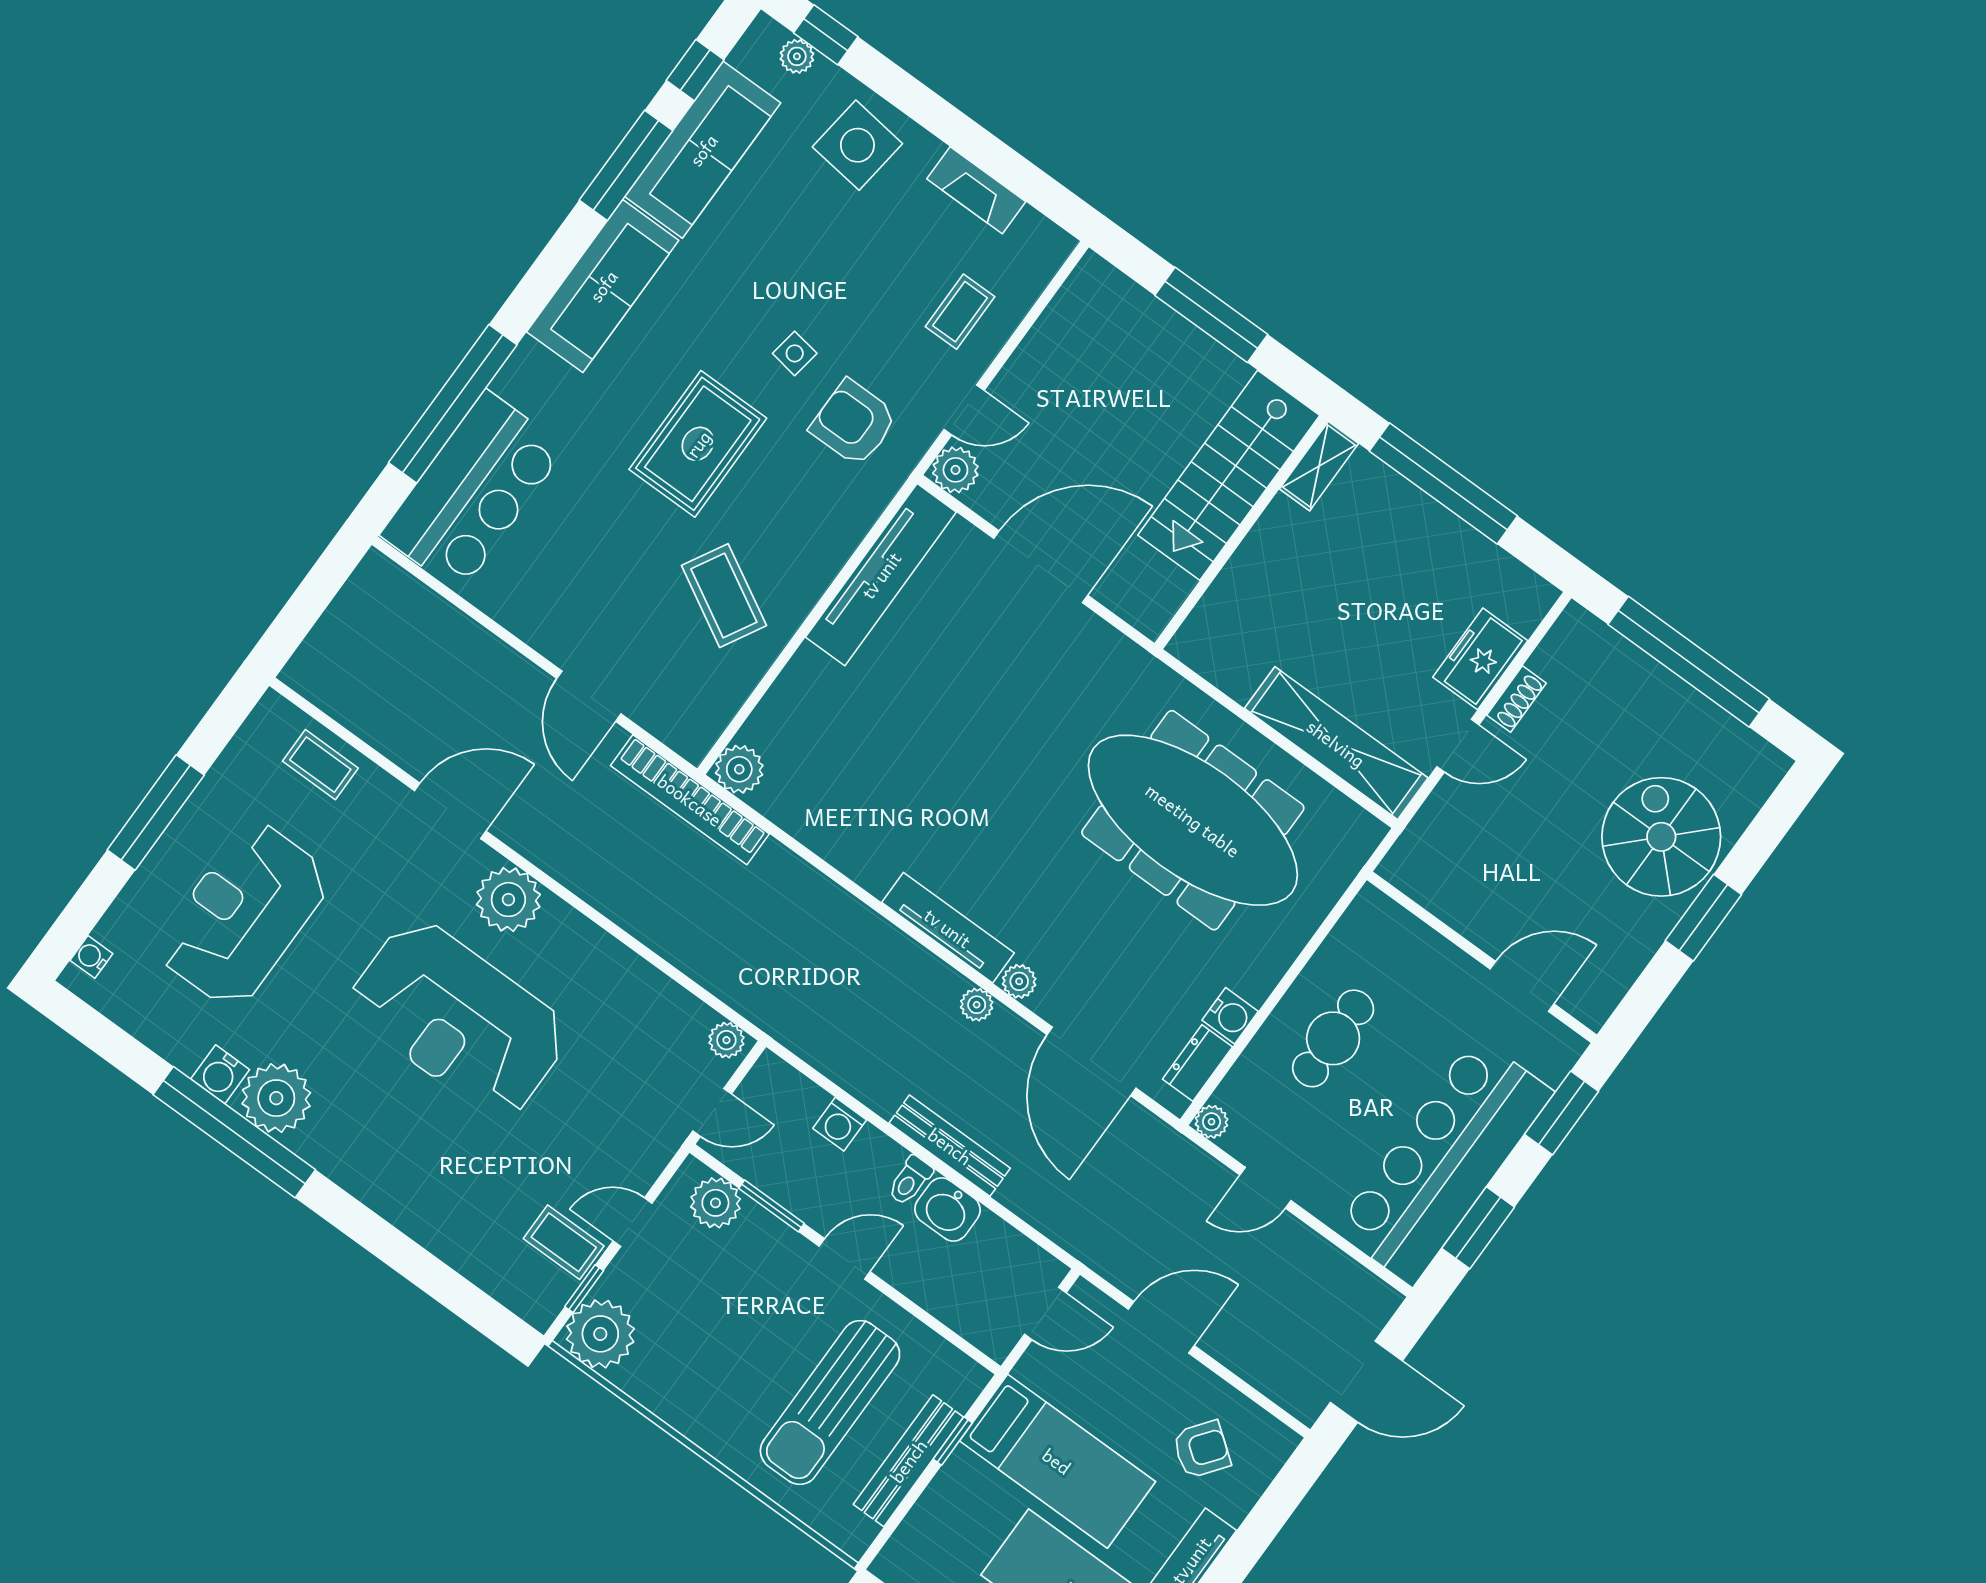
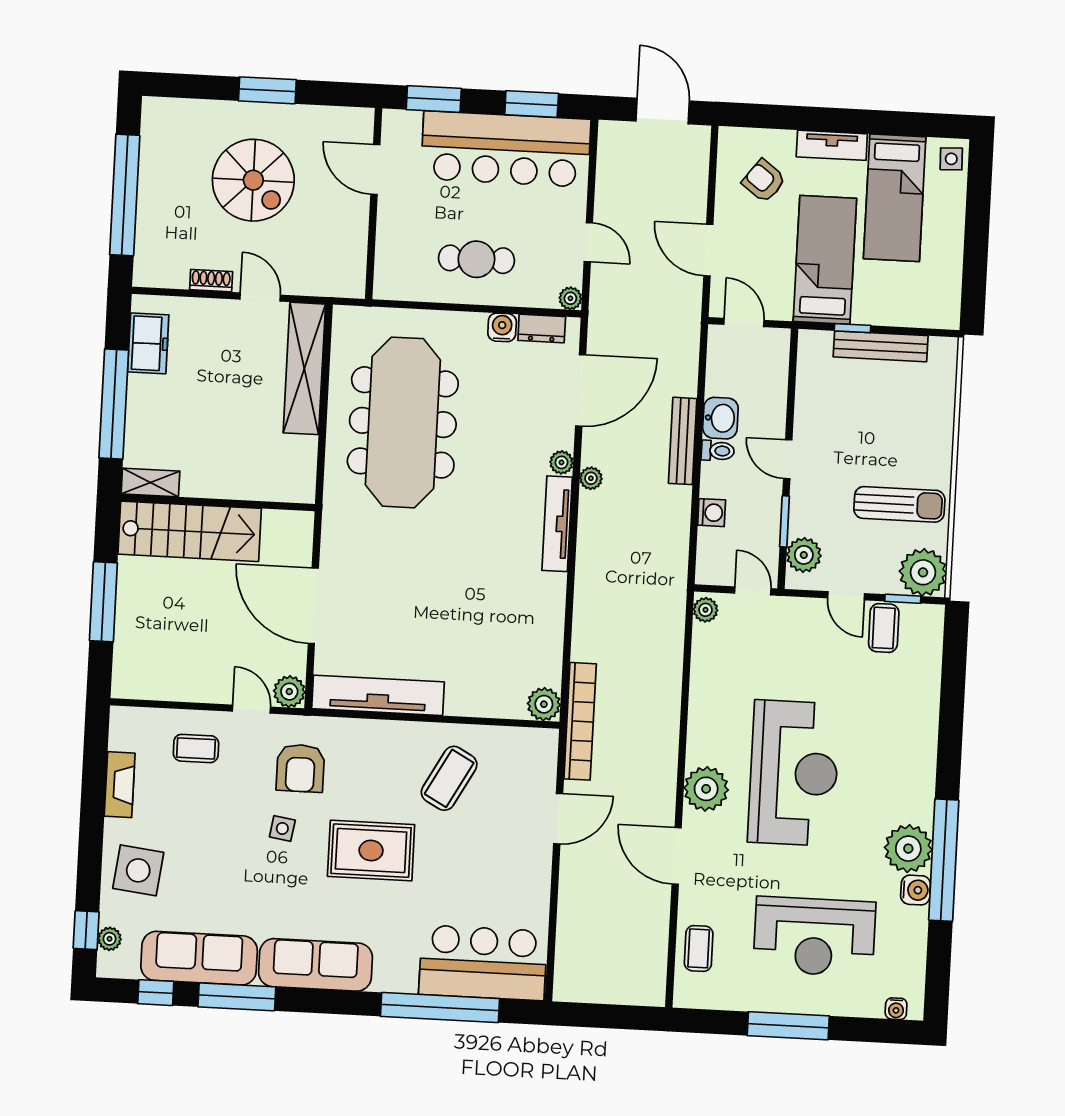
freezer: (1480, 659) -> (148, 343), moved, turned -90
spiral stairs: (1661, 837) -> (253, 180), moved, turned -90
sun lounger: (830, 1402) -> (899, 504), moved, width x0.73, depth x0.75

